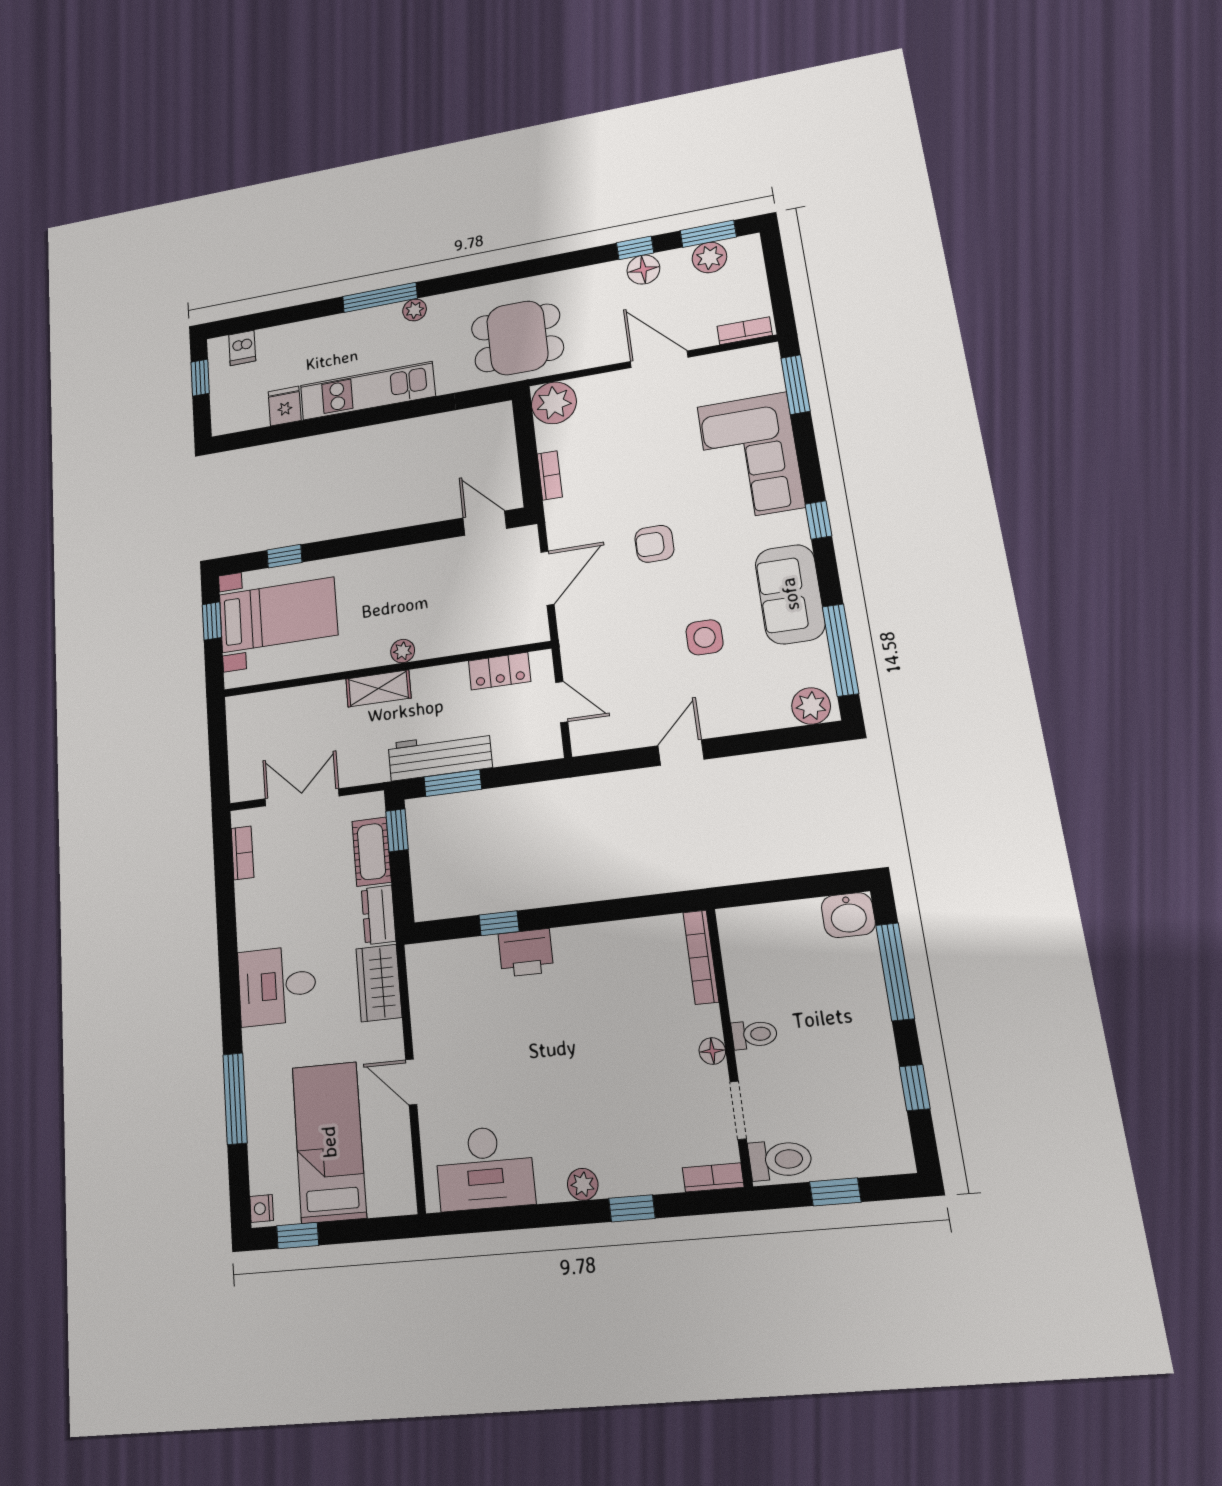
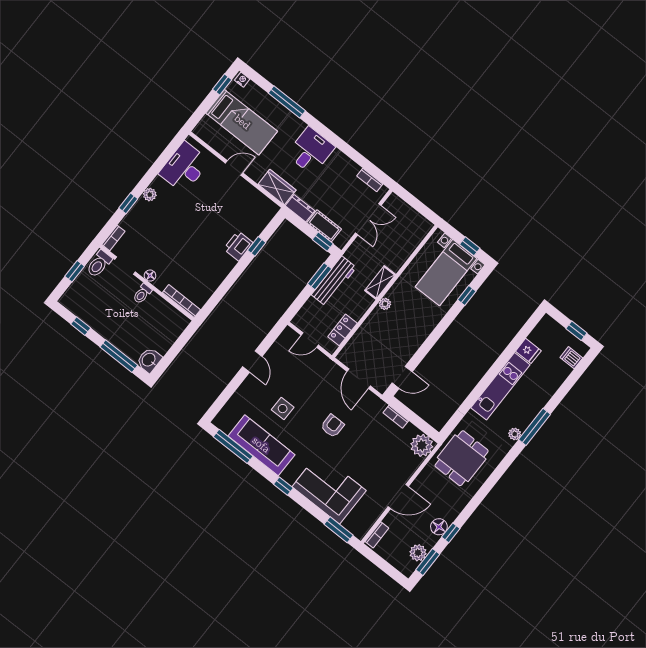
sofa: (790, 594) -> (261, 445), width x1.36
plant: (811, 706) -> (225, 418), removed

